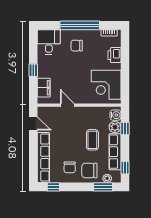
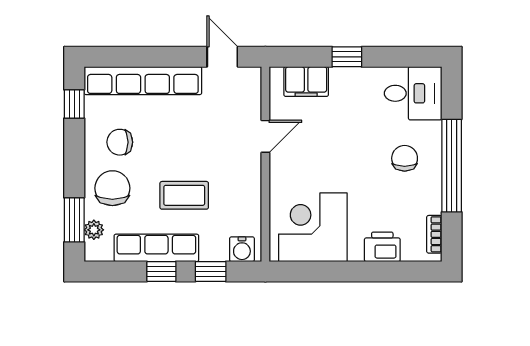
door: (33, 123) -> (222, 57), swing flipped
plant: (115, 127) -> (214, 248), removed
window: (125, 168) -> (161, 271), moved

